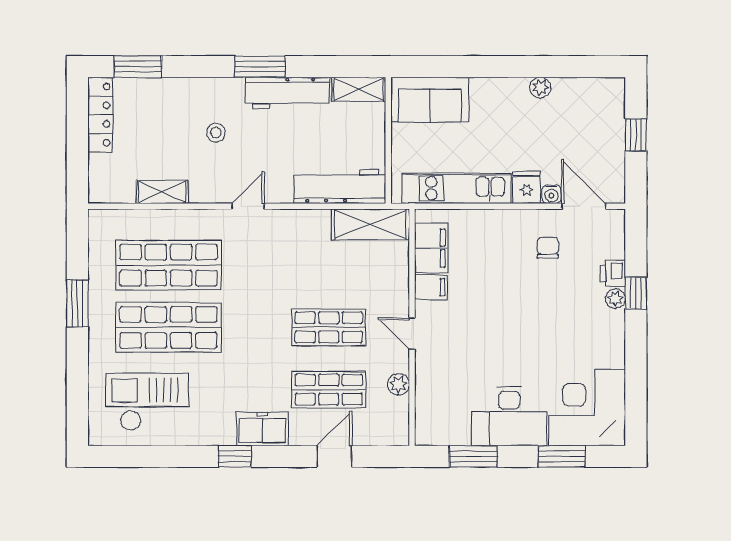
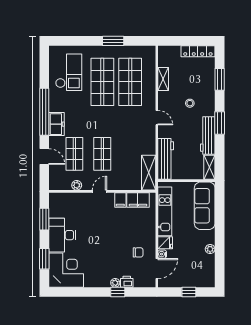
window: (138, 67) -> (220, 79), moved
sofa: (430, 100) -> (205, 206), width x1.36
window: (235, 456) -> (44, 112), width x3.17

